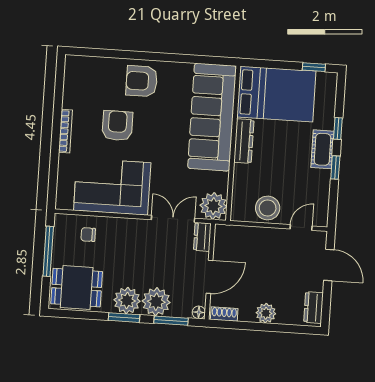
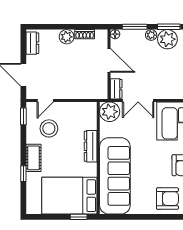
window: (314, 67) -> (79, 217), moved
dresser: (244, 141) -> (91, 146), moved
window: (335, 167) -> (23, 116), moved
stool: (268, 208) -> (49, 128), moved
door: (209, 277) -> (109, 60), swing flipped
plant: (156, 302) -> (151, 35), width x0.53, depth x0.53
shoe rack: (224, 314) -> (85, 34), moved

